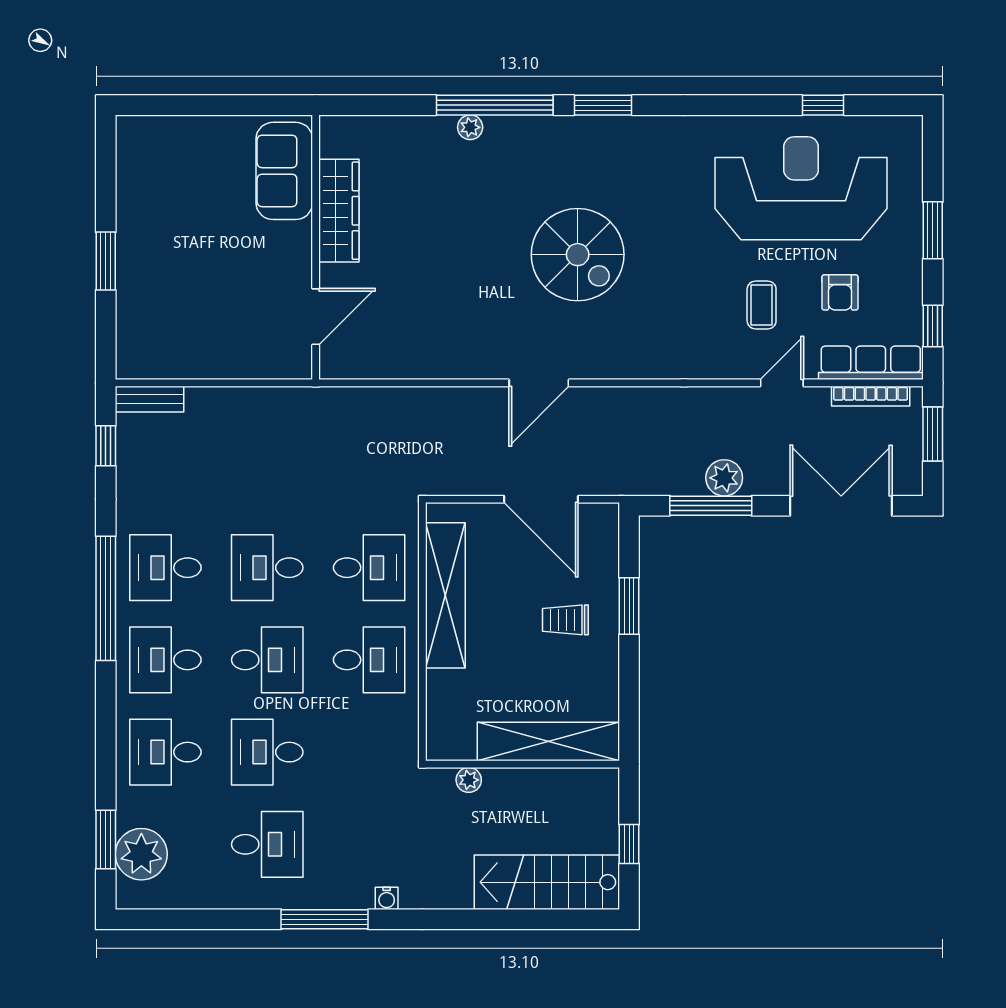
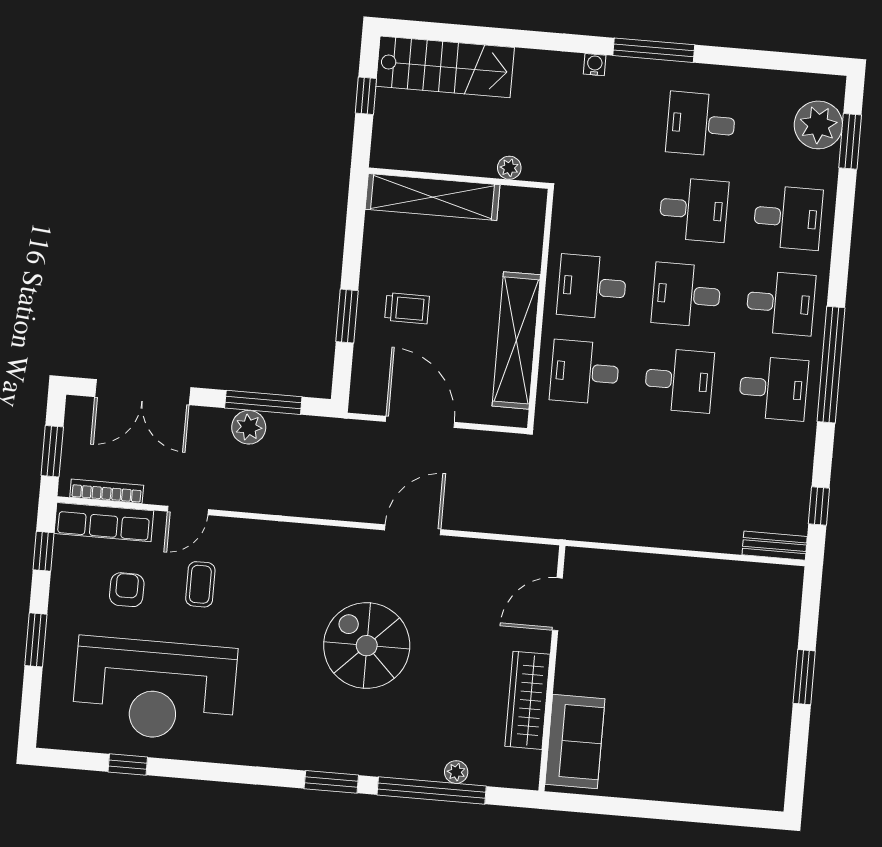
sofa: (284, 171) -> (575, 741), moved
wardrobe: (339, 211) -> (528, 700), moved
wall: (316, 247) -> (552, 668), moved
door: (316, 317) -> (557, 604), moved

